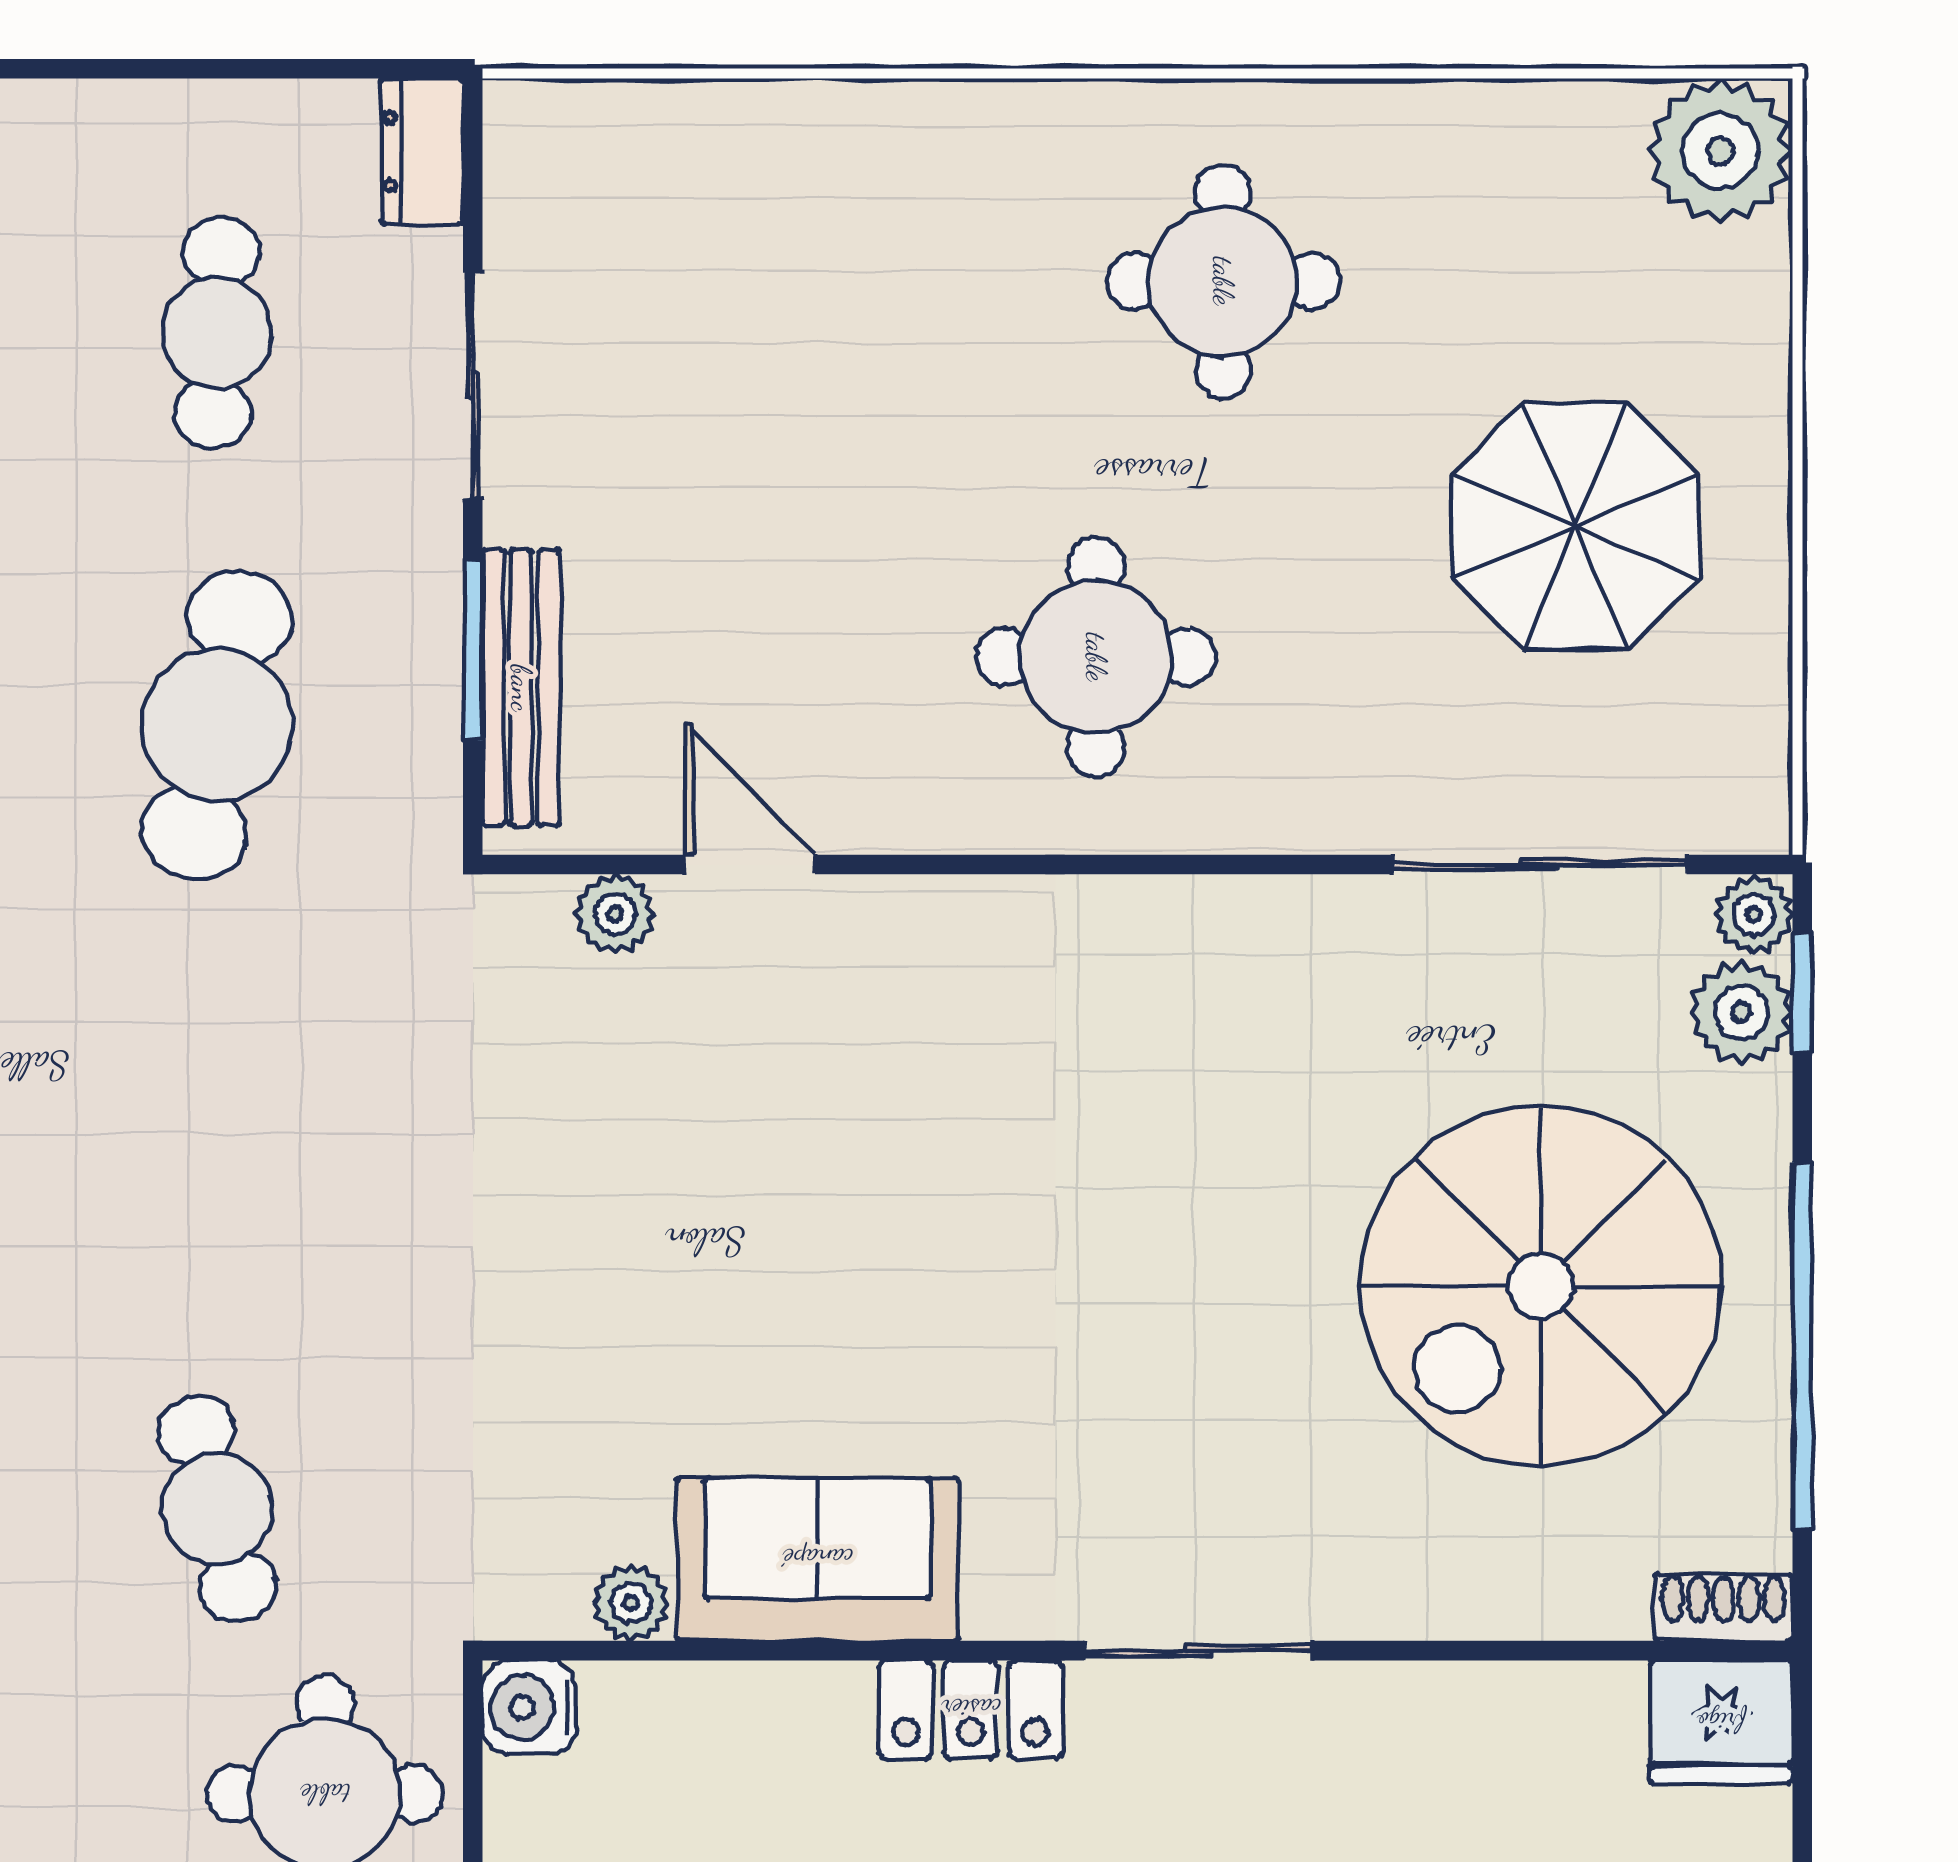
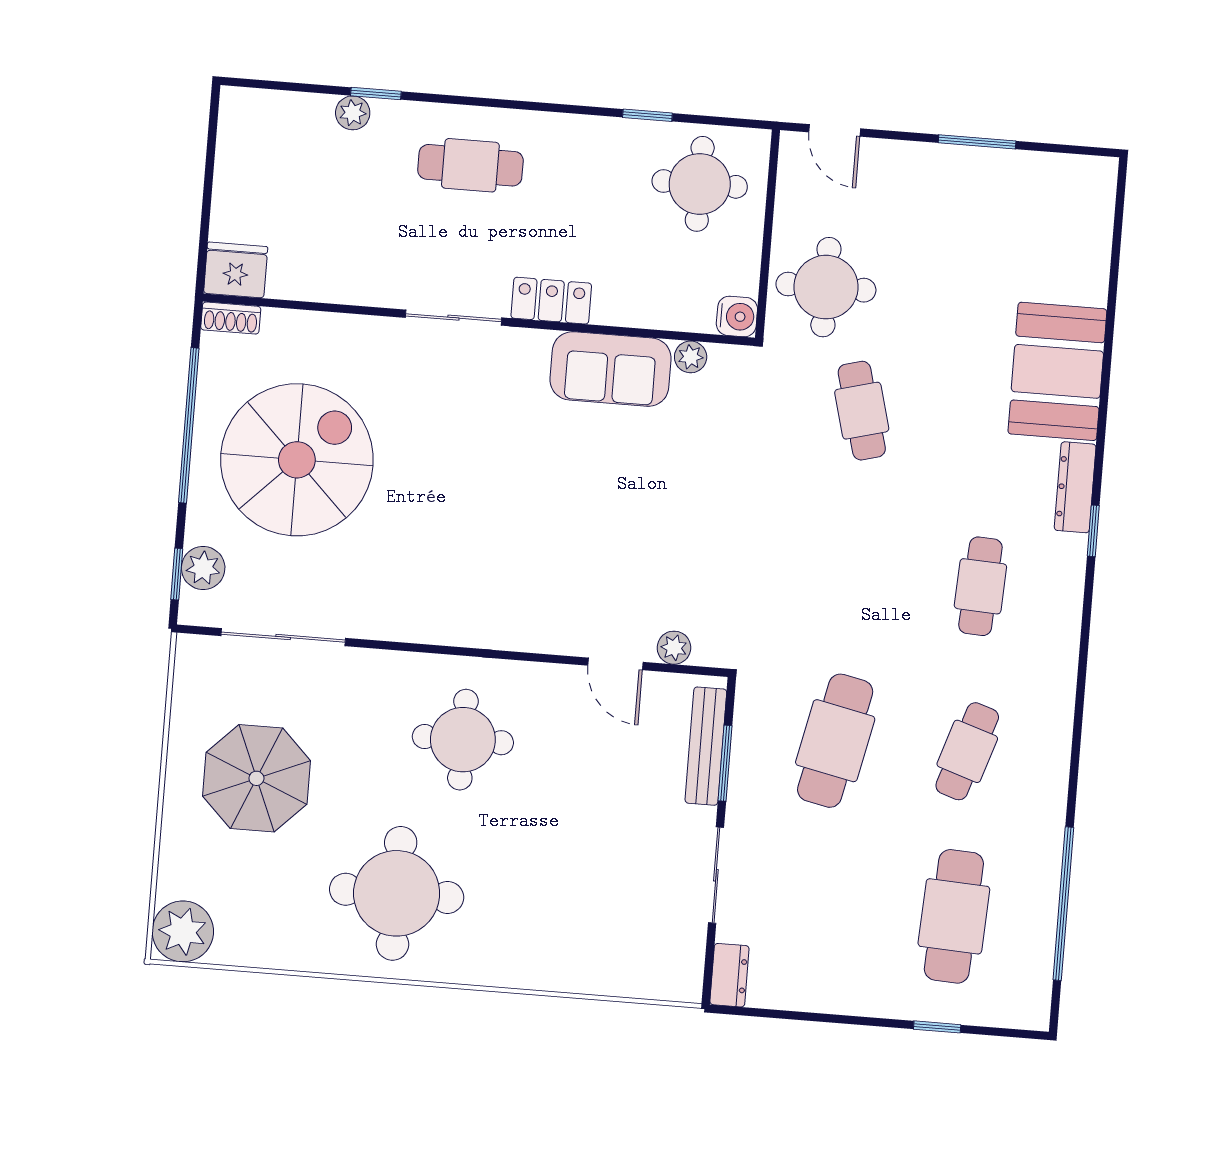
round table: (1223, 281) -> (397, 893), width x1.36, depth x1.36
cafe table: (217, 333) -> (822, 906), removed
plant: (1754, 915) -> (194, 609), removed

